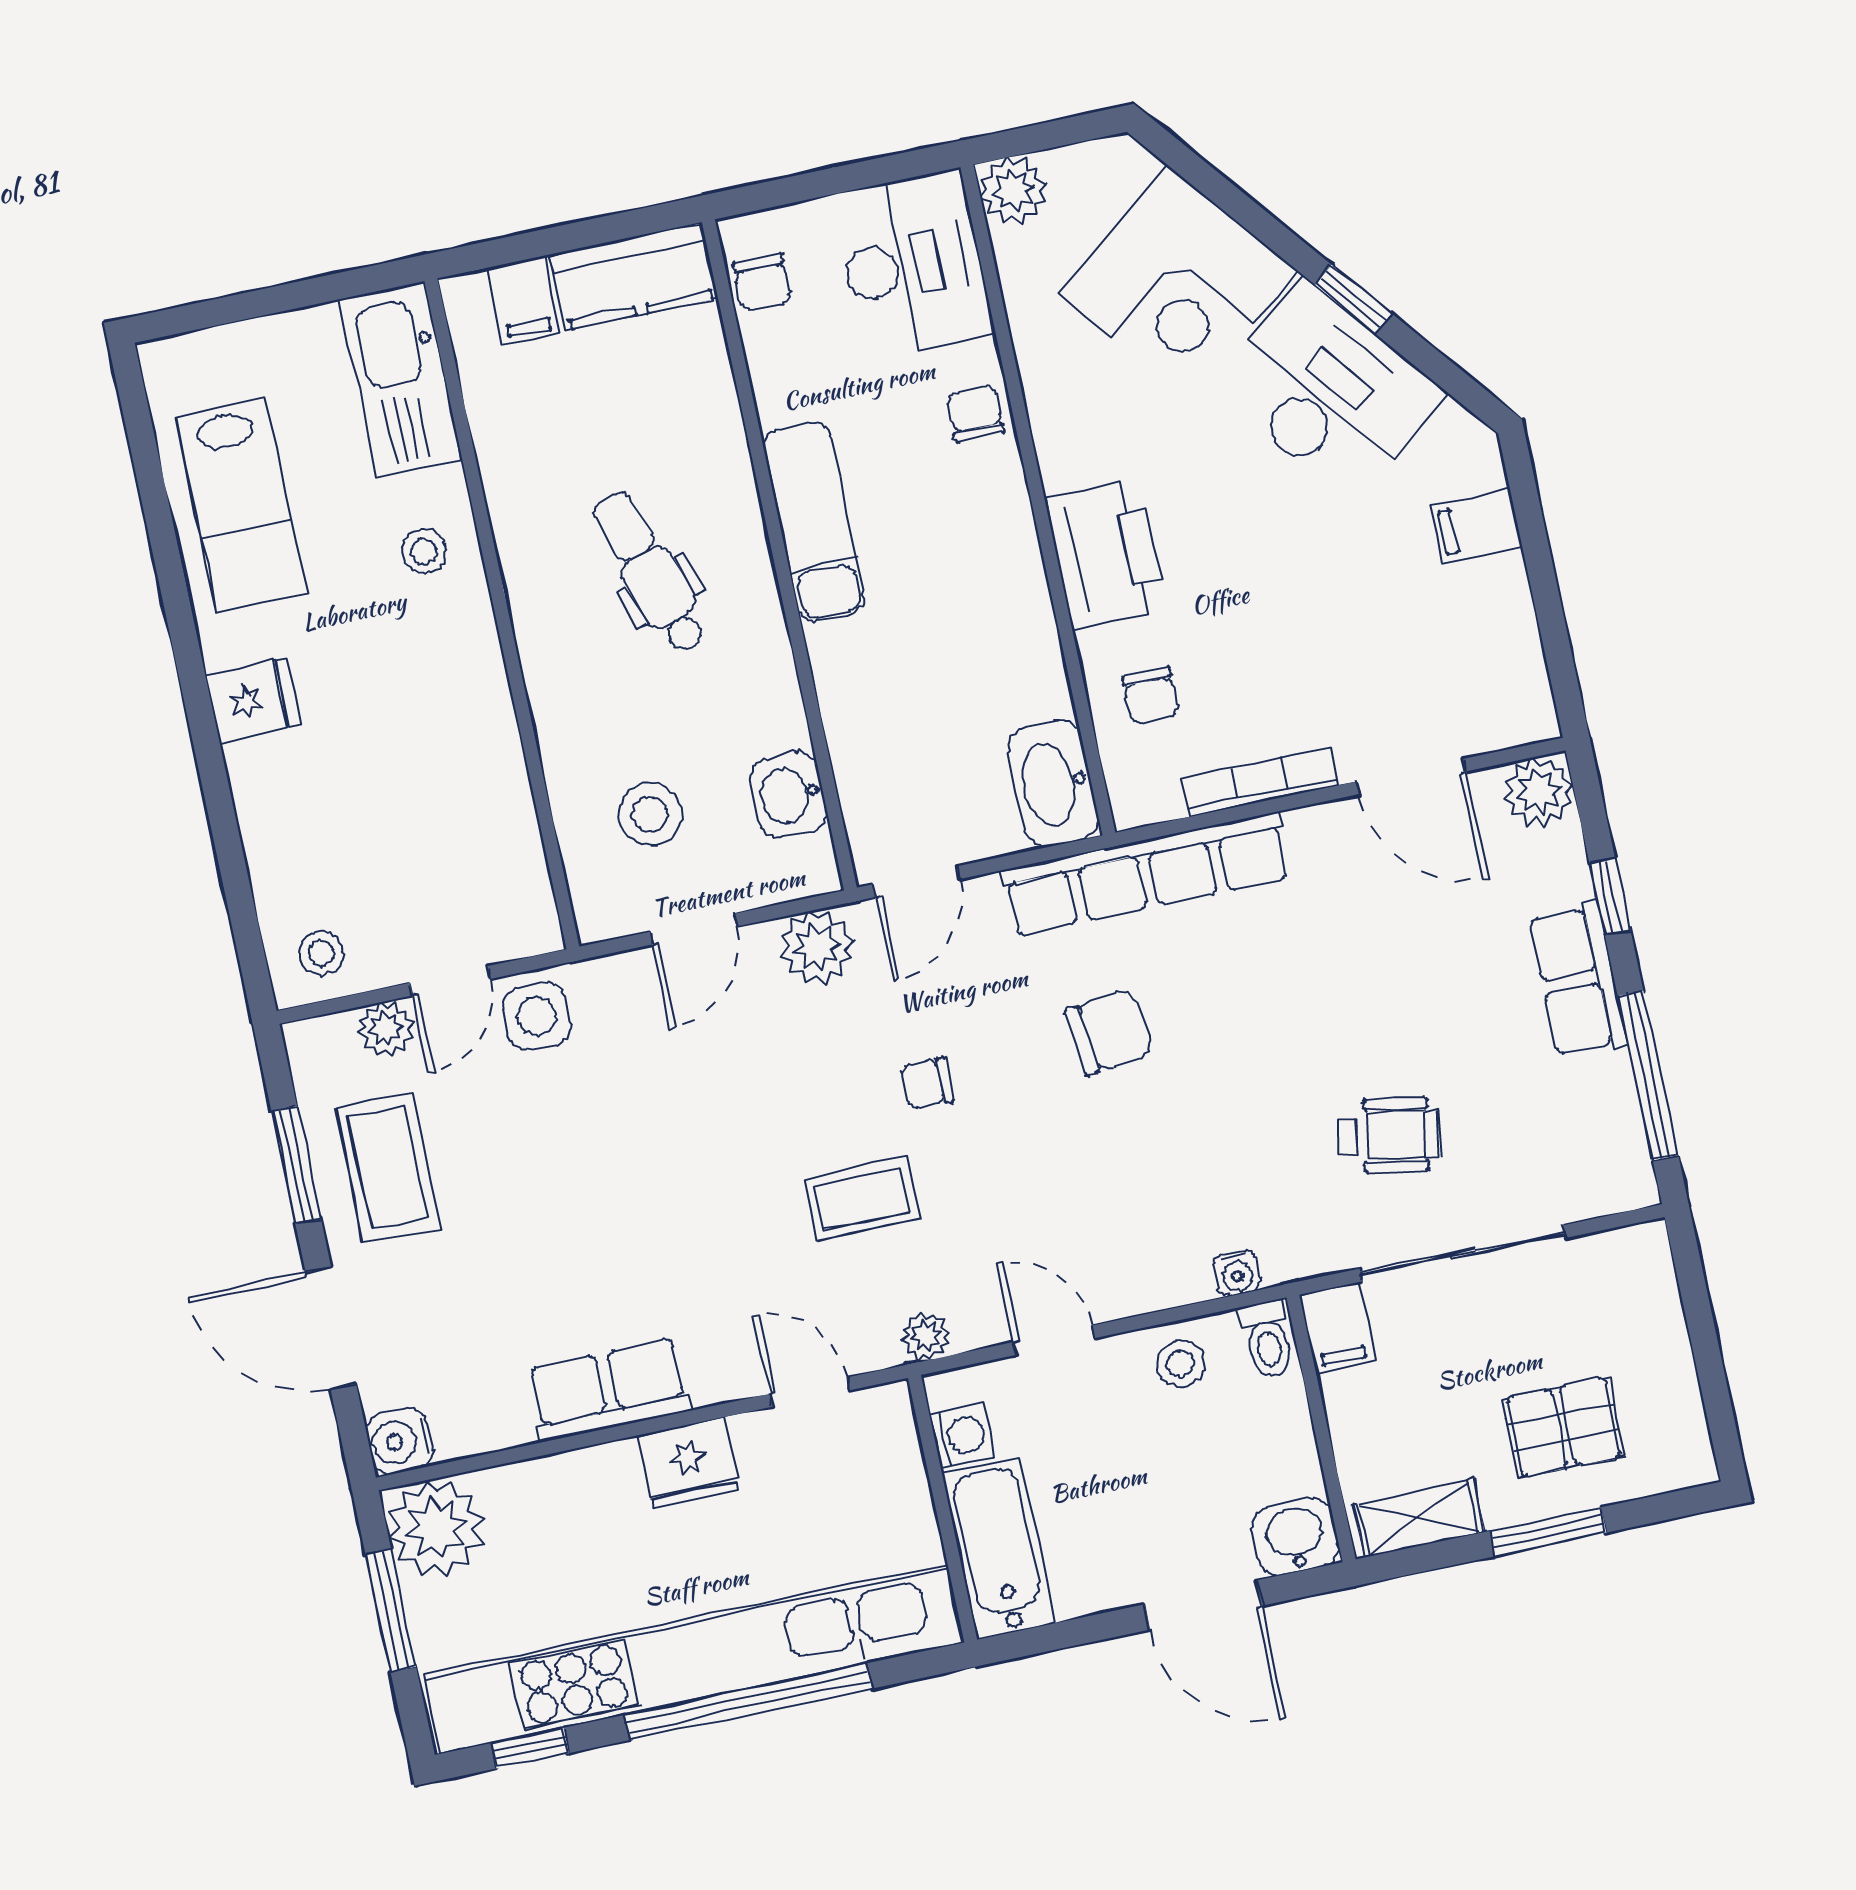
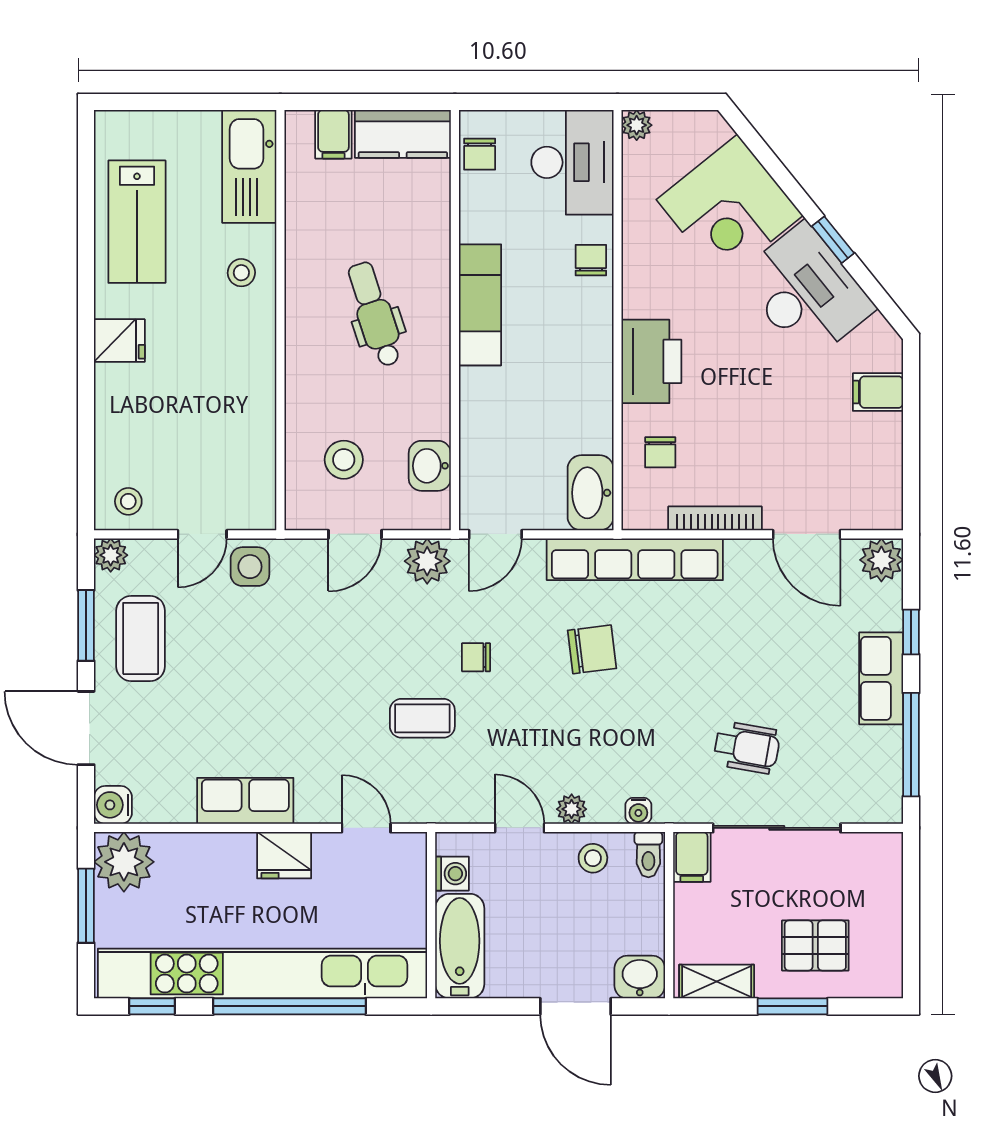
plant: (1013, 191) -> (637, 125), width x0.73, depth x0.73
plant: (386, 1029) -> (111, 555), moved
plant: (926, 1336) -> (572, 809), moved

